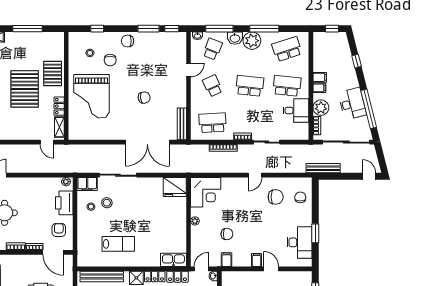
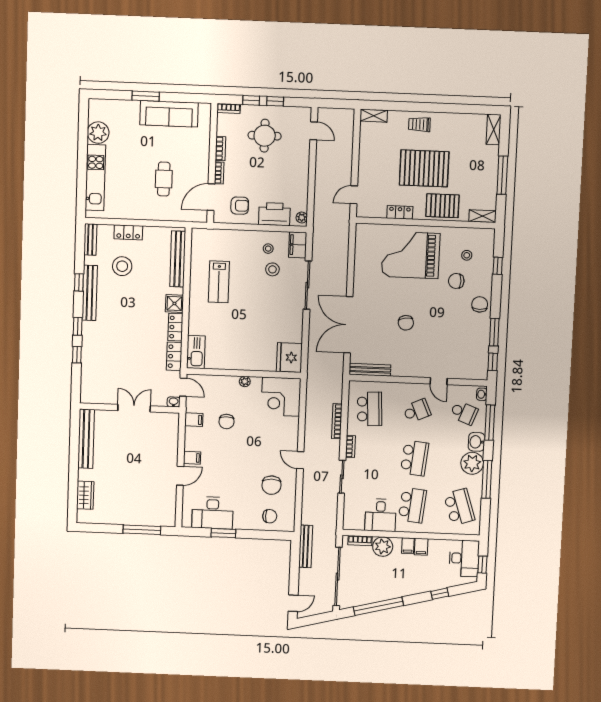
desk: (352, 104) -> (464, 558), moved, turned -76
shelving: (59, 127) -> (483, 216), moved

